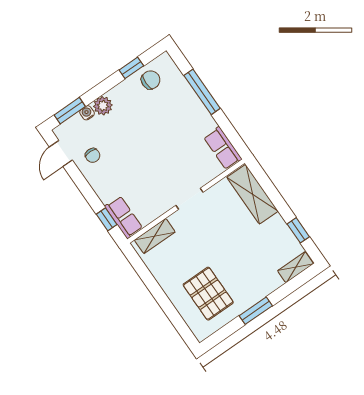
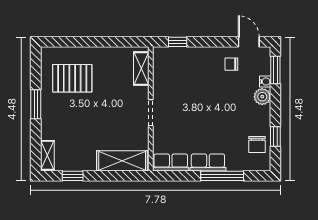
row of seats: (124, 217) -> (208, 162), moved, turned 180

